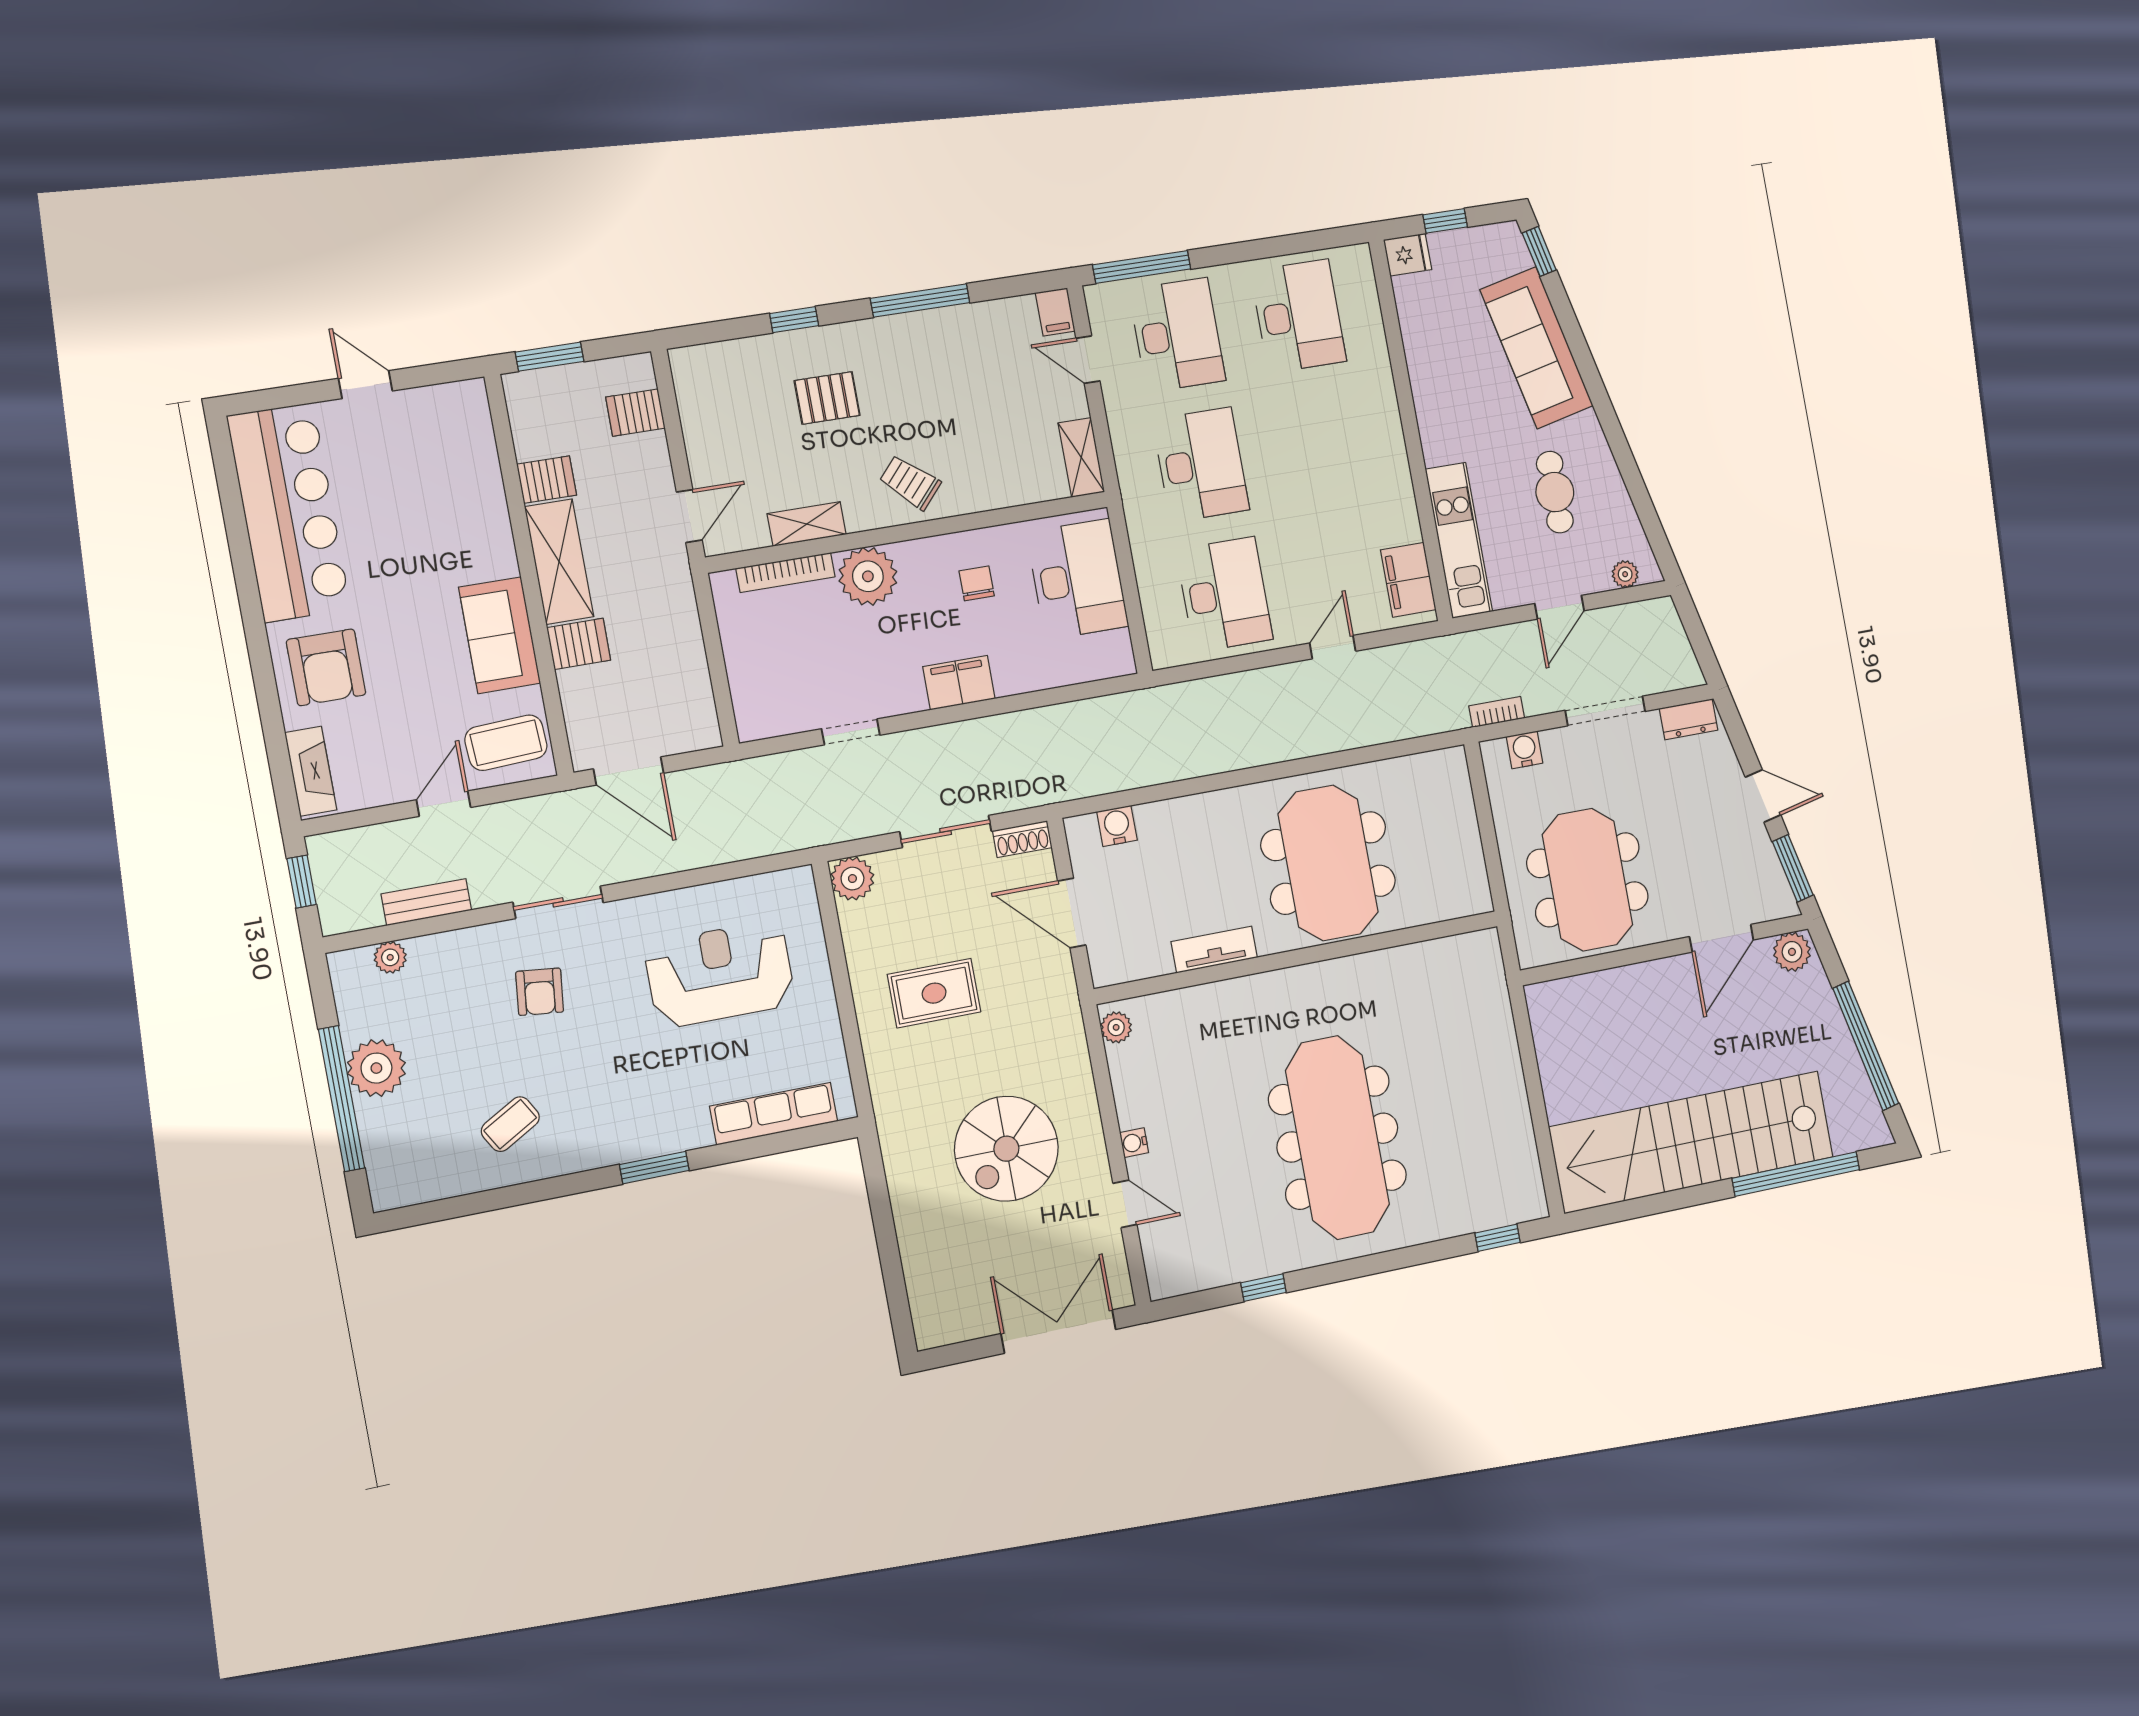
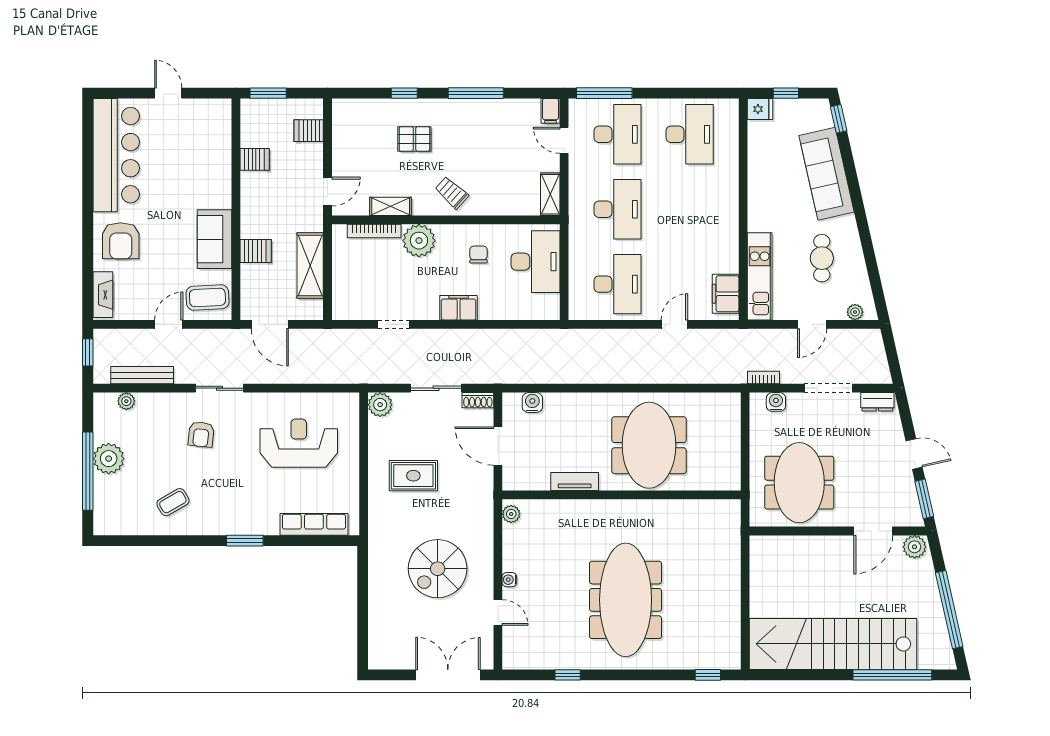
shelving: (559, 562) -> (310, 266), moved
bench: (426, 902) -> (142, 375), width x1.36

